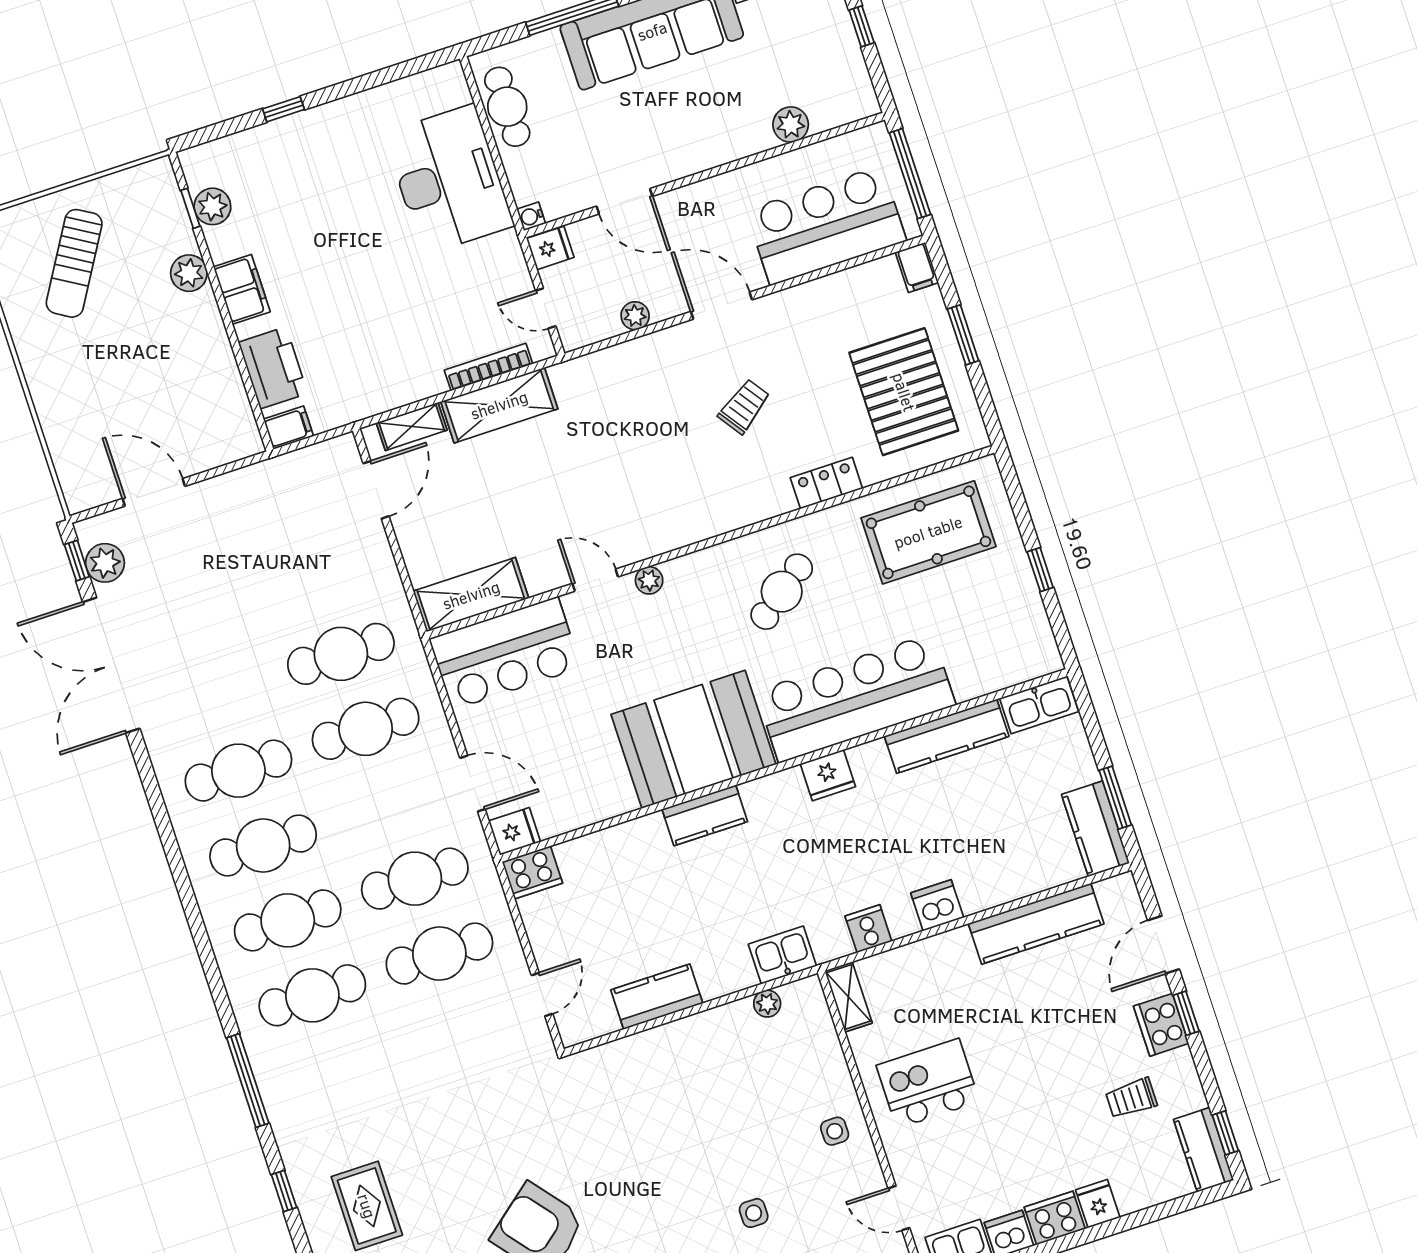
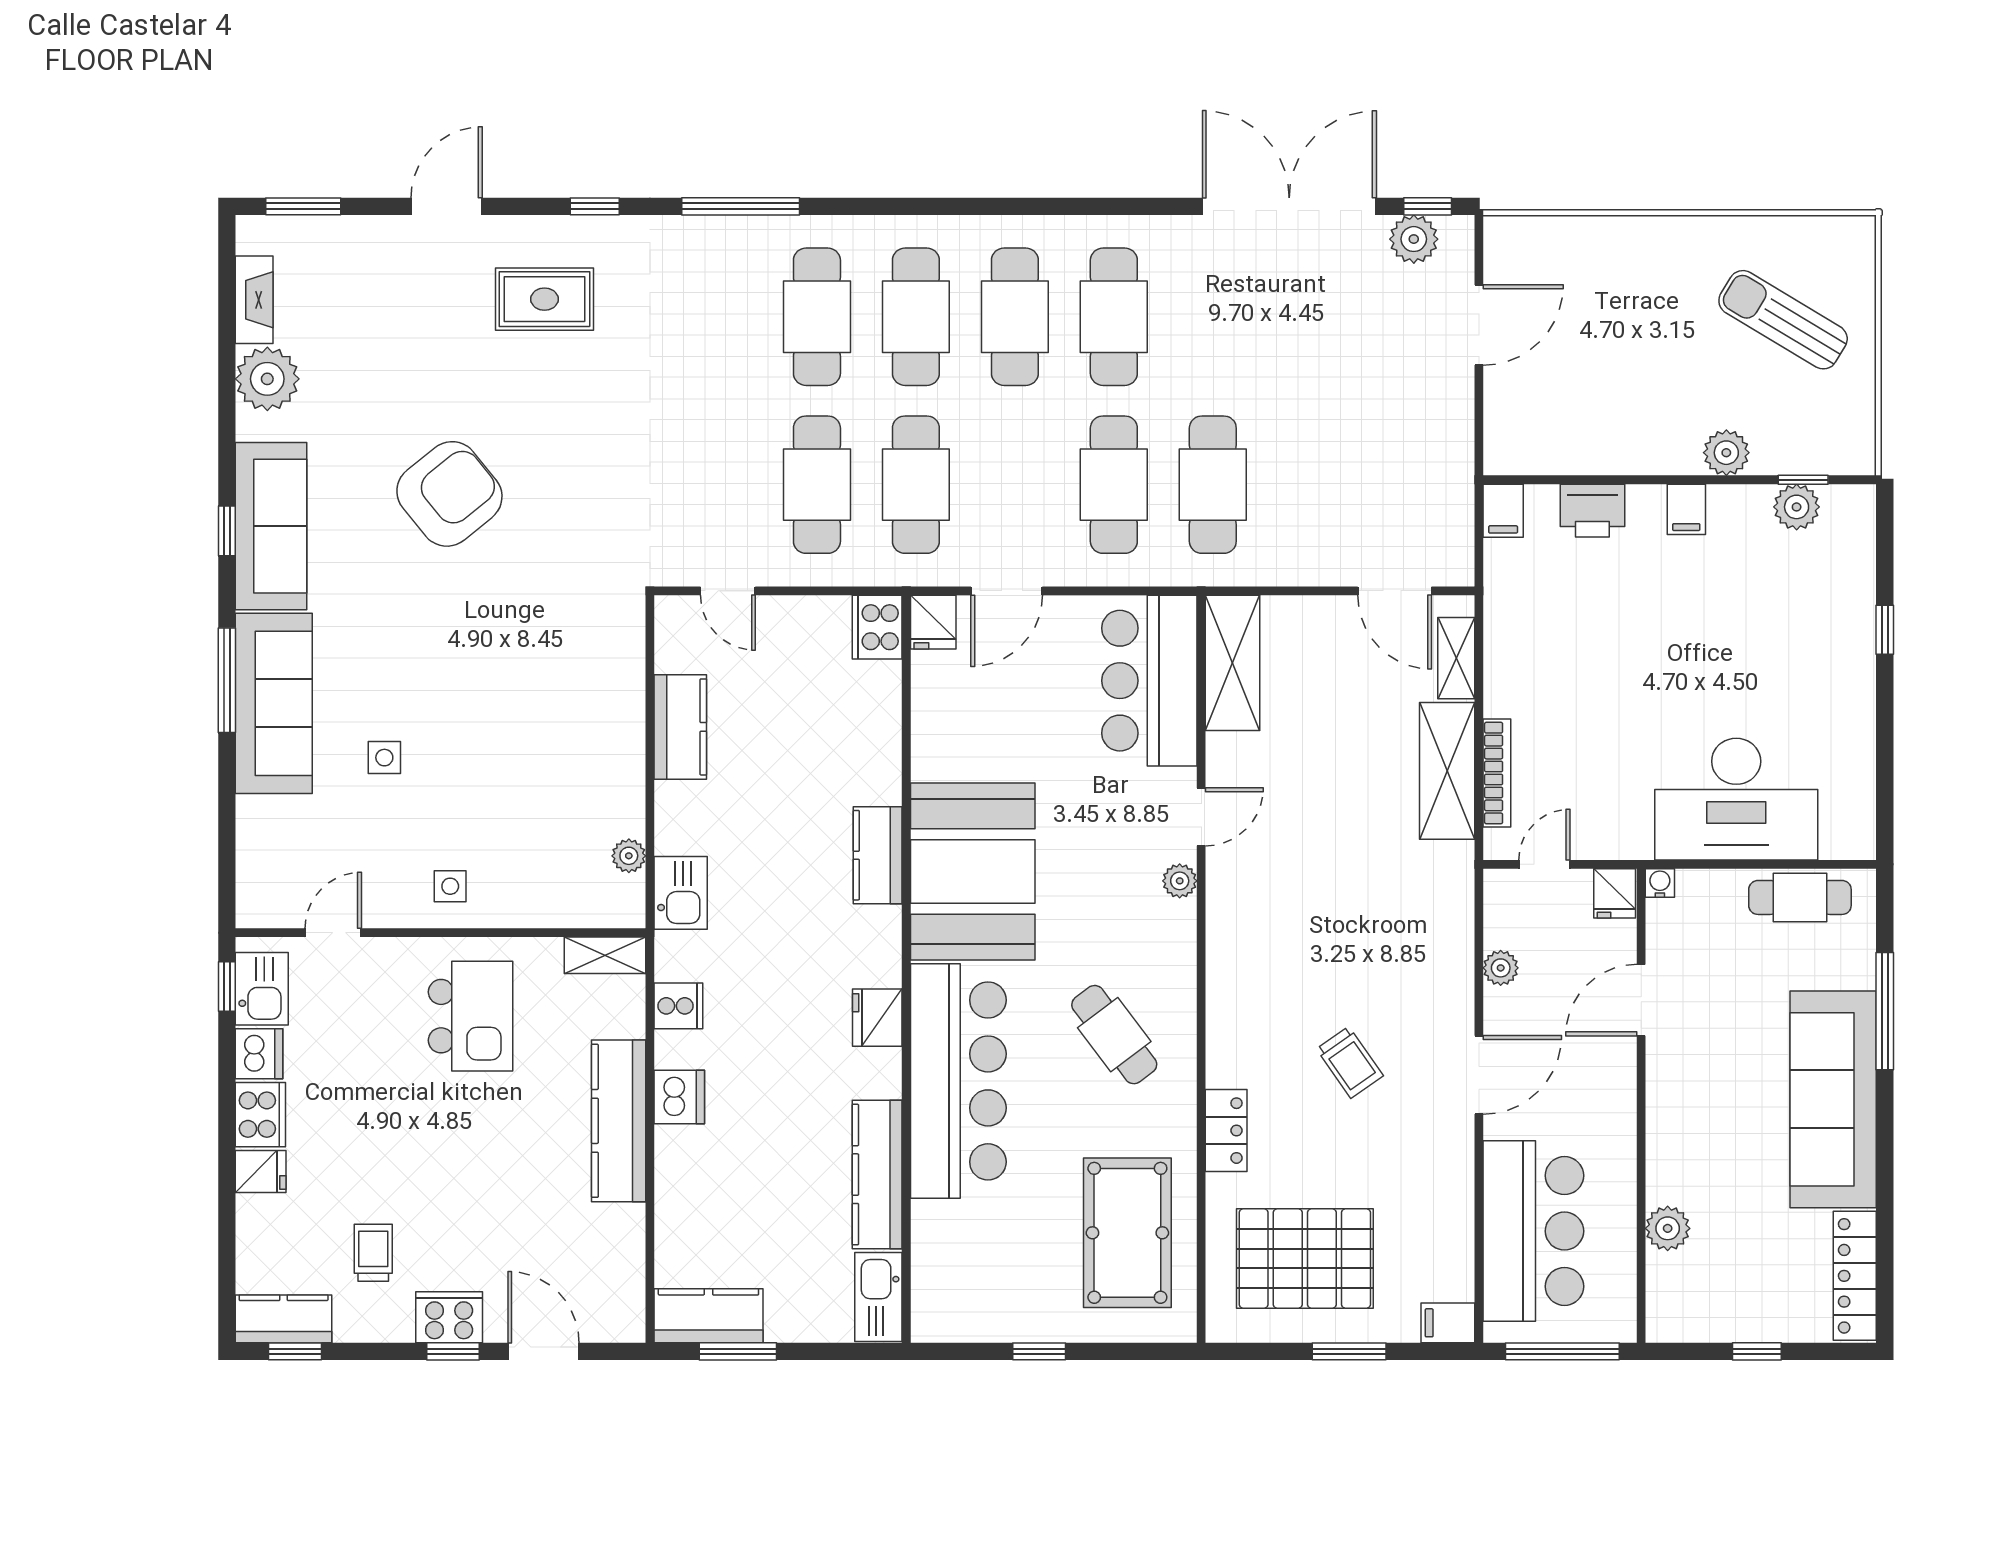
filing cabinet: (242, 289) -> (1686, 509), width x0.50
printer: (273, 368) -> (1592, 511), width x0.73, depth x0.84
kitchen counter: (1036, 924) -> (619, 1121), moved

